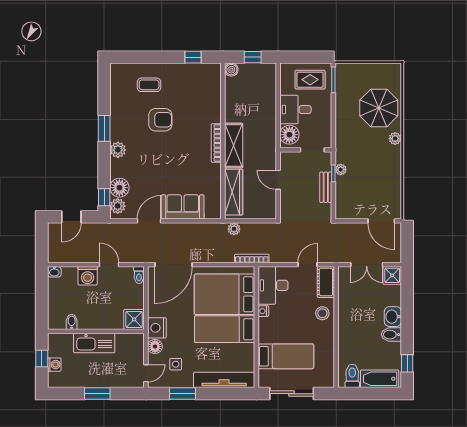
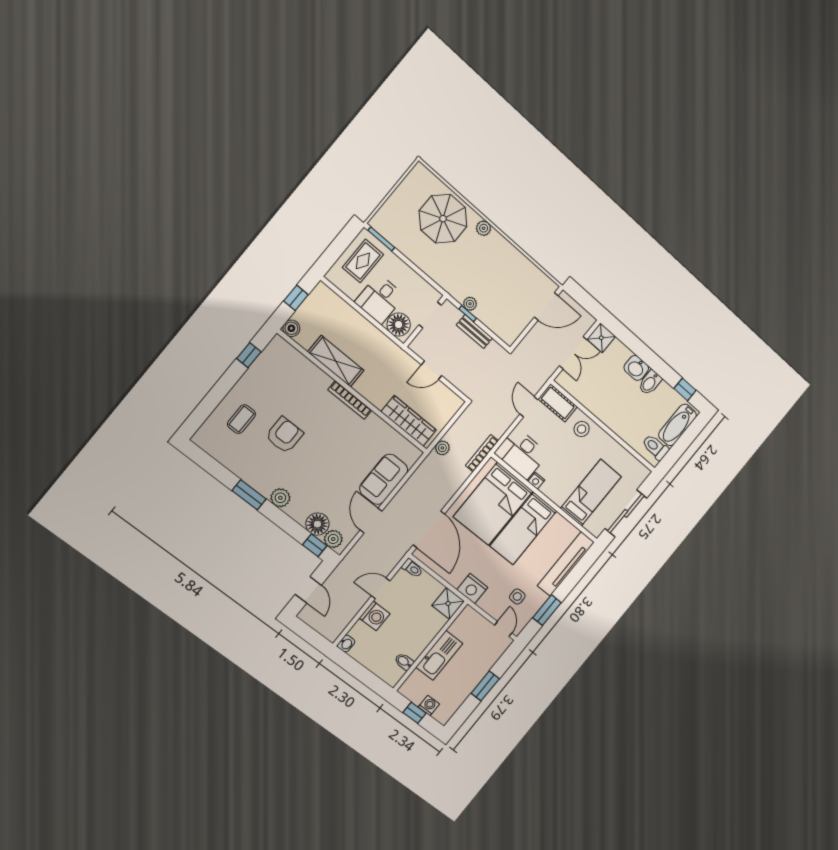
shelving: (234, 146) -> (336, 361), moved
floor lamp: (155, 347) -> (487, 603), removed

